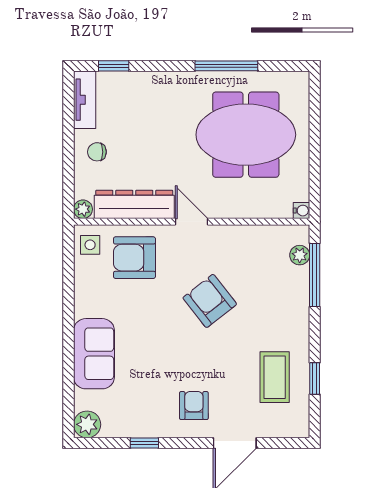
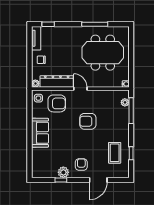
armchair: (134, 258) -> (57, 103), turned 180
armchair: (210, 301) -> (88, 121), turned -52
sofa: (94, 354) -> (40, 133), moved
plant: (87, 424) -> (63, 172), moved

